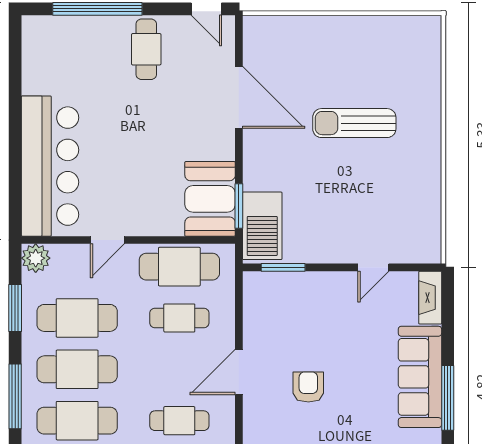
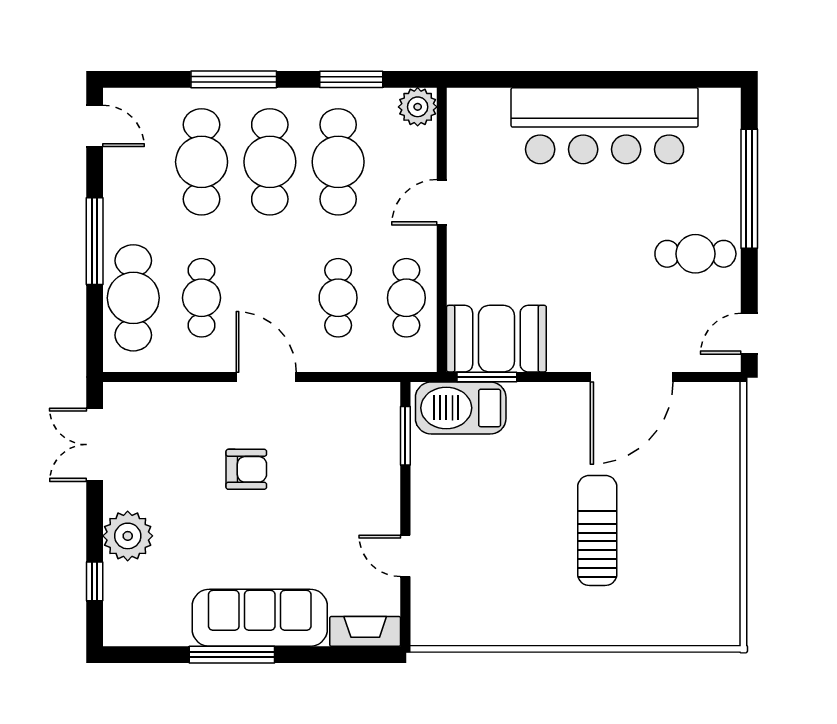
bar counter: (50, 166) -> (605, 126), moved
door: (107, 240) -> (442, 202), hinge flipped
cafe table: (179, 267) -> (406, 298), width x0.73, depth x0.74

